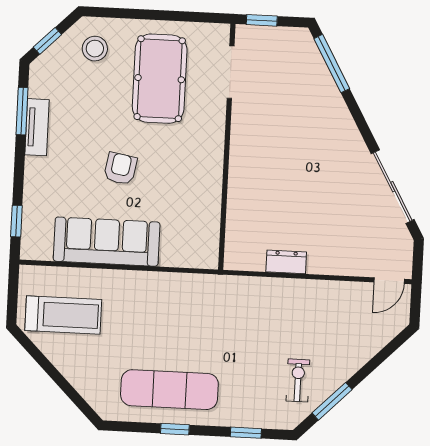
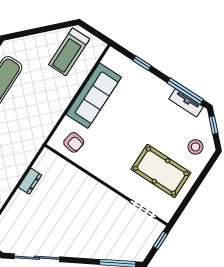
window: (22, 111) -> (185, 91), width x1.44
tv unit: (37, 127) -> (186, 103), moved
armchair: (120, 169) -> (74, 142), moved
window: (16, 221) -> (142, 63), moved

